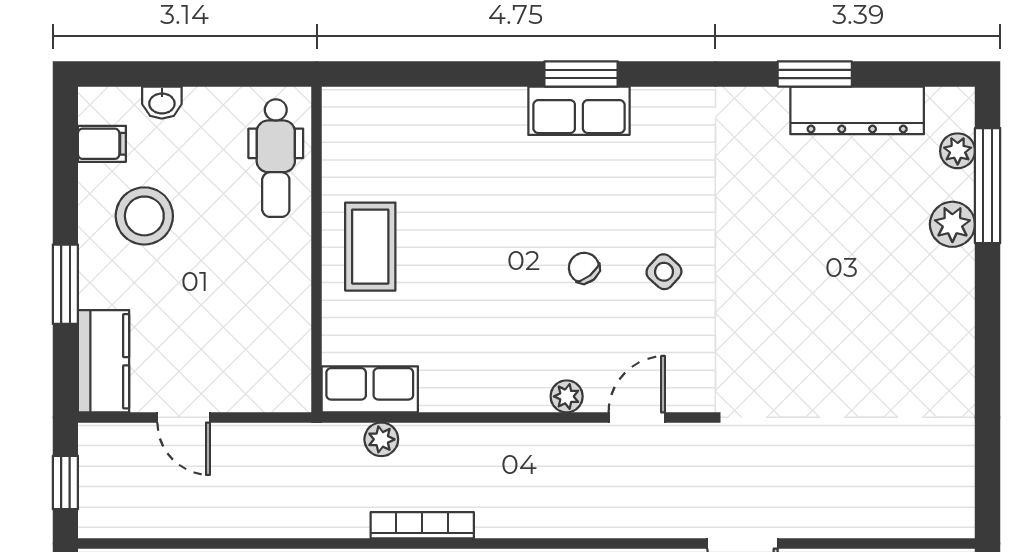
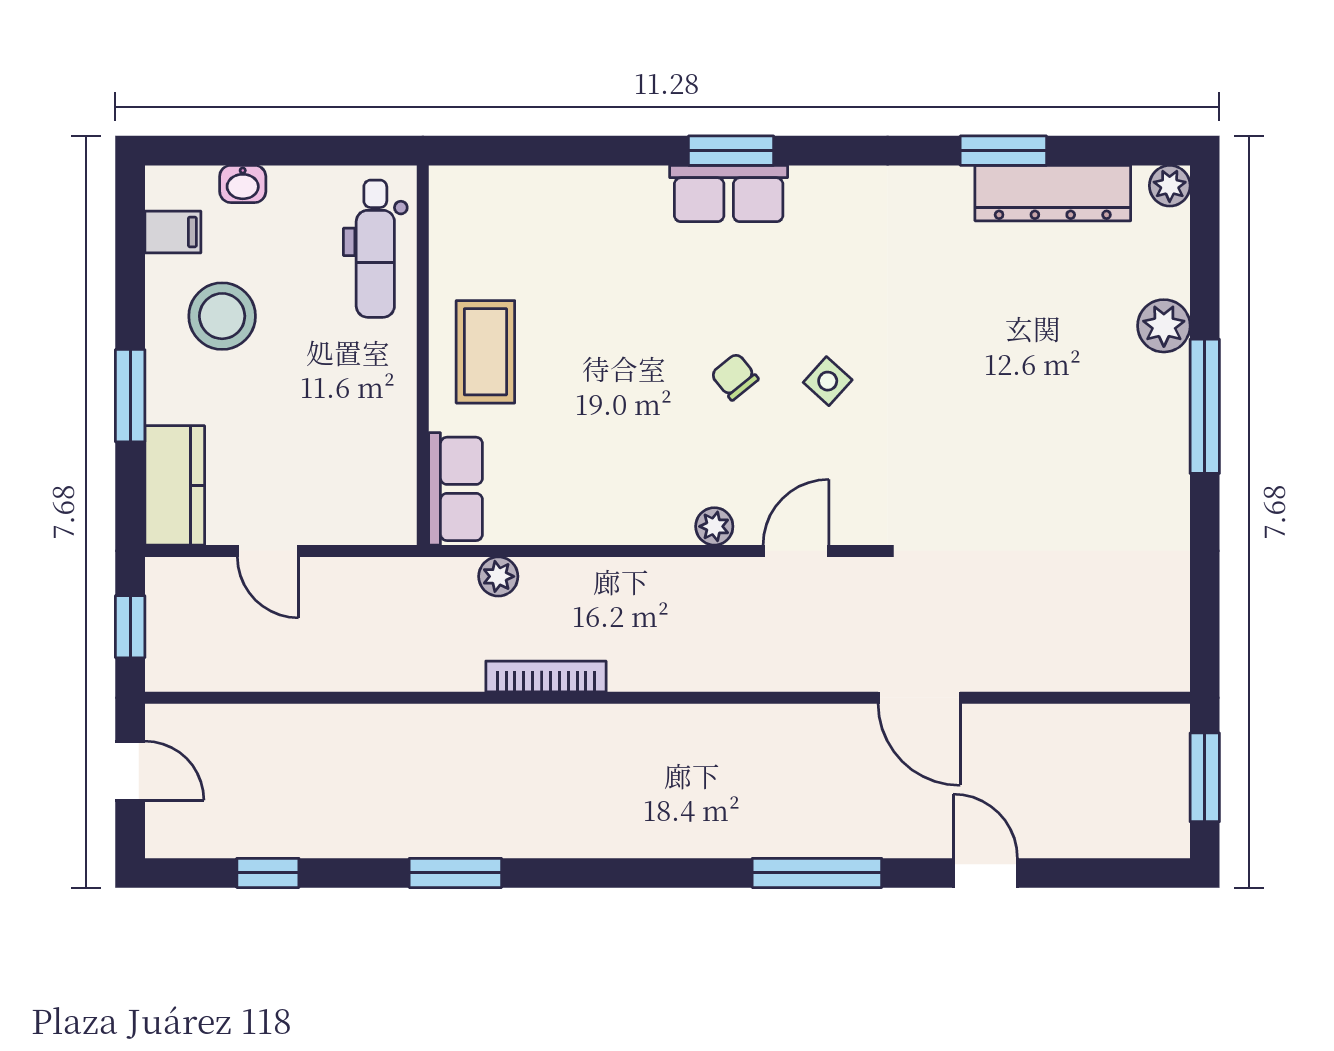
plant: (958, 151) -> (1170, 186), moved
window: (988, 186) -> (1205, 406), moved
row of seats: (370, 389) -> (456, 489), moved, turned 90

